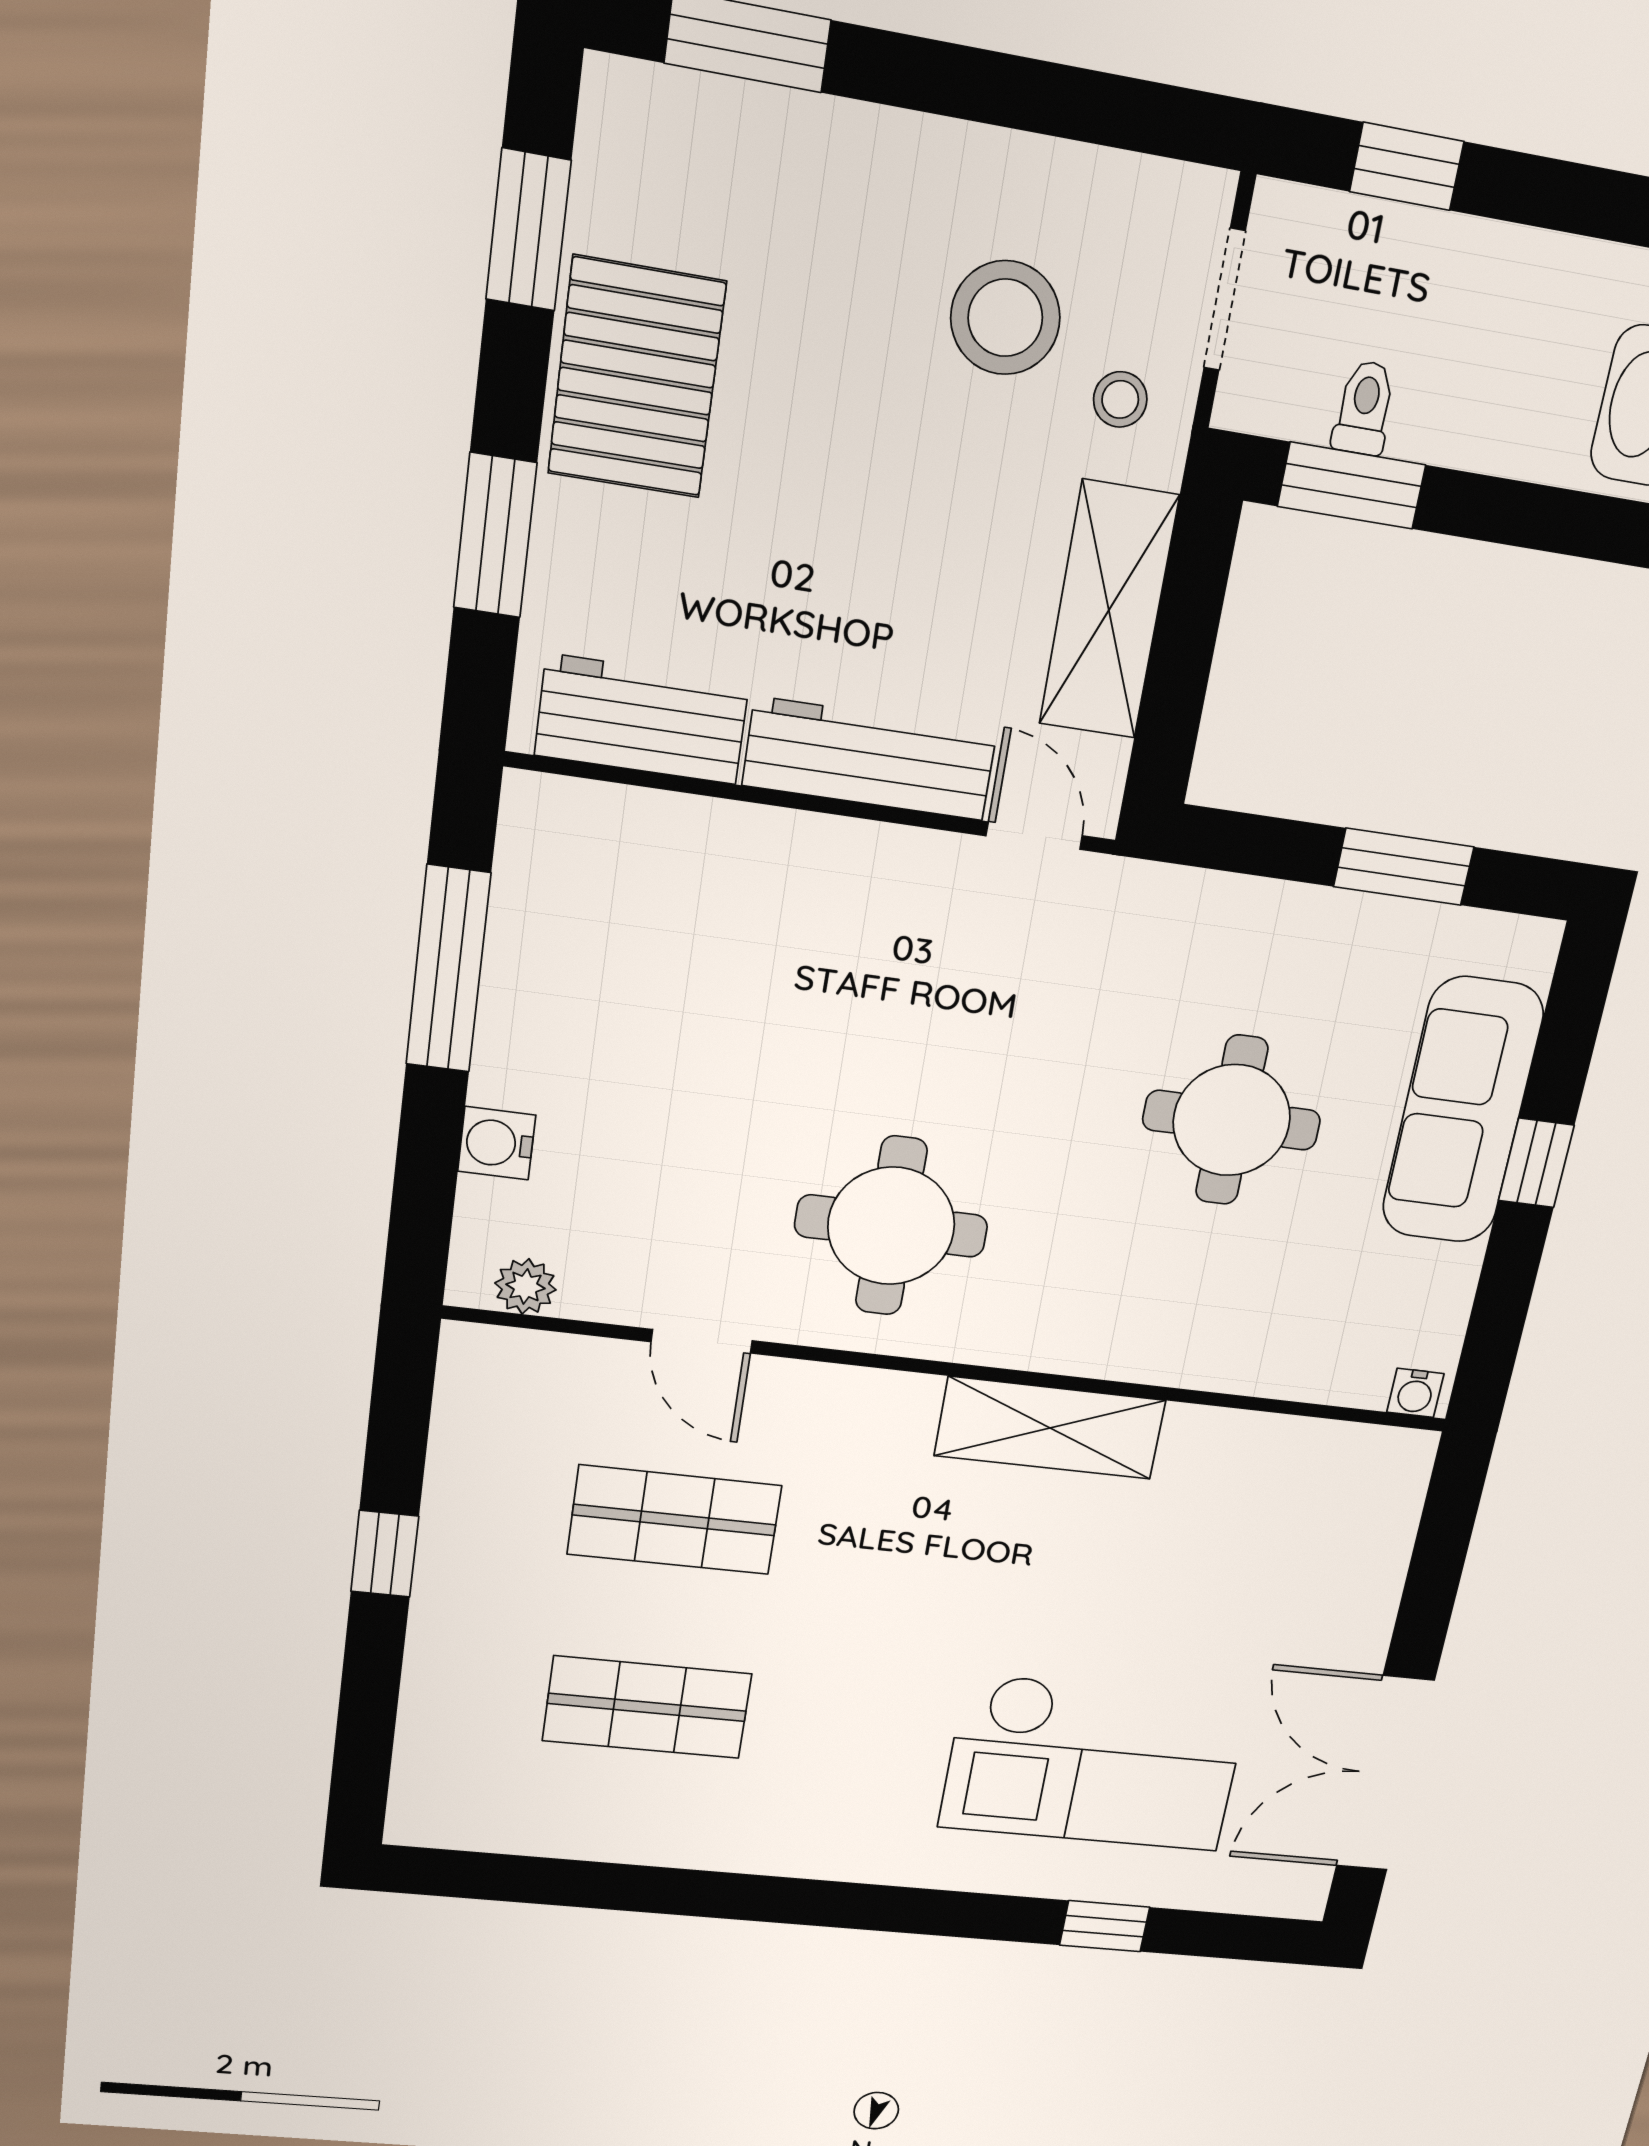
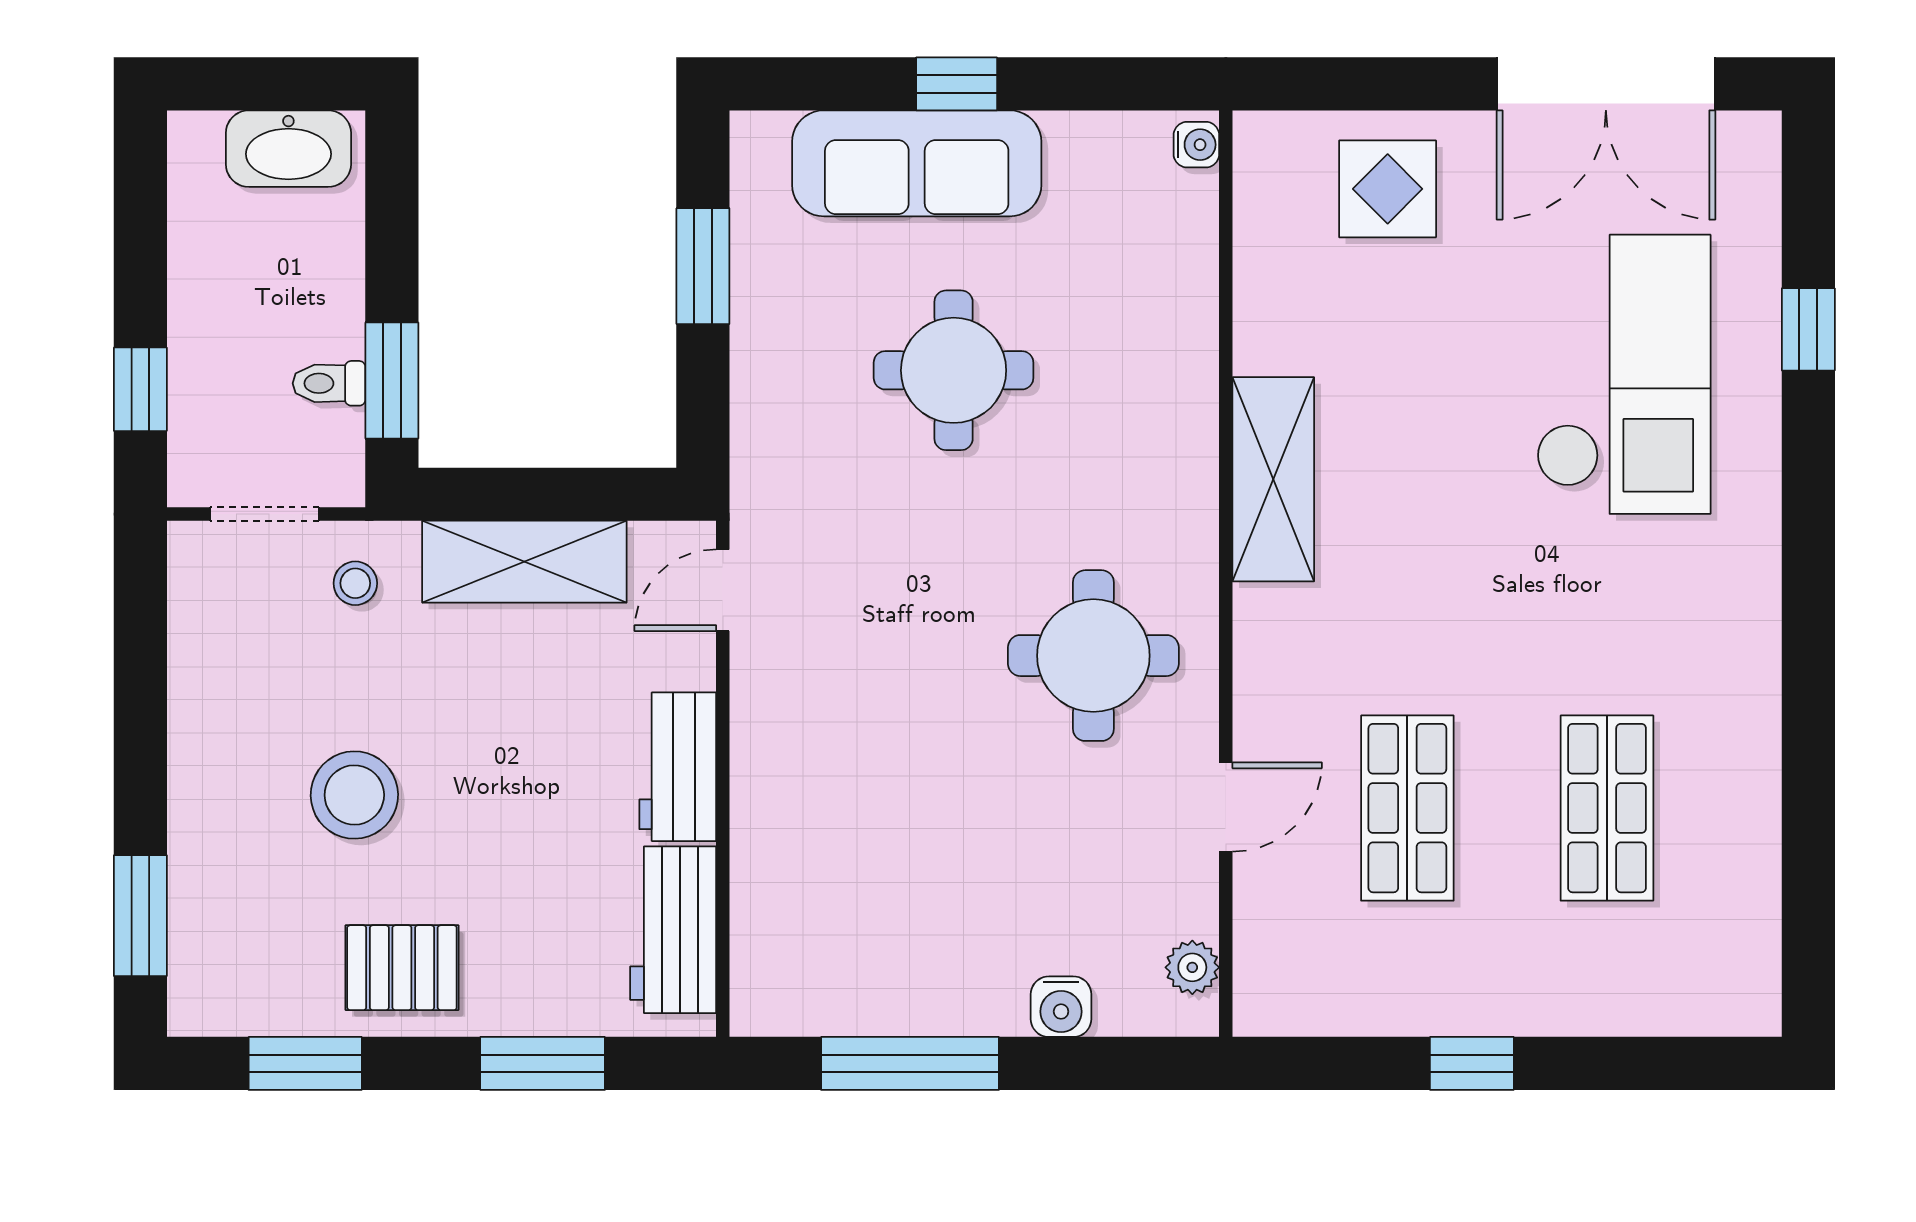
stool: (1005, 318) -> (354, 795), moved
pallet: (637, 378) -> (402, 968), width x0.67, depth x0.71
workbench: (870, 759) -> (678, 767), width x0.73
display table: (1328, 1568) -> (1388, 189), added

